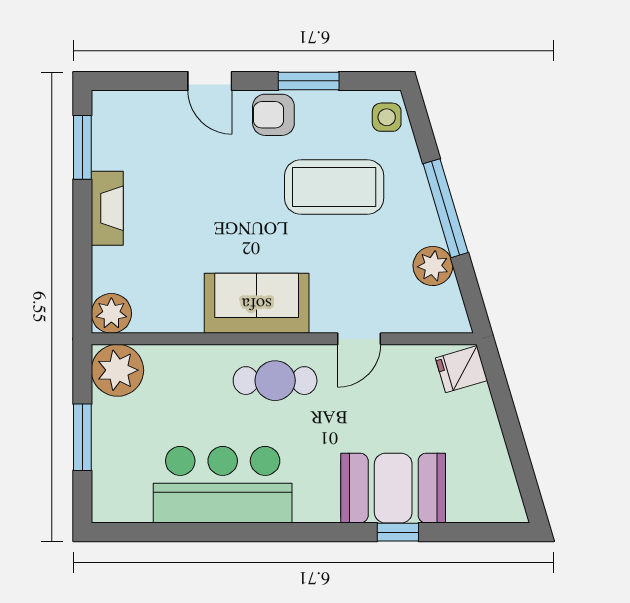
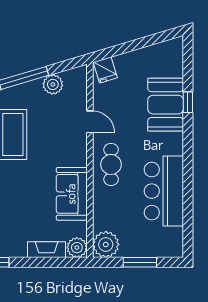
fireplace: (107, 208) -> (46, 250), moved
sofa: (257, 303) -> (72, 194), moved

